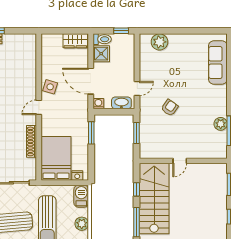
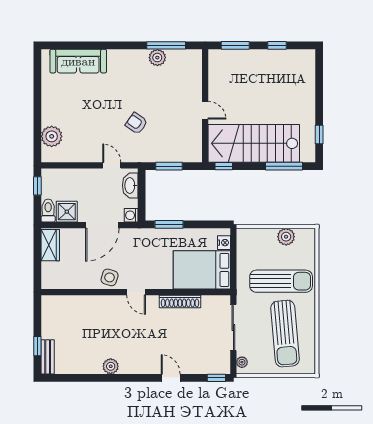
window: (136, 189) -> (224, 166), moved
barbecue: (81, 196) -> (251, 237), removed

